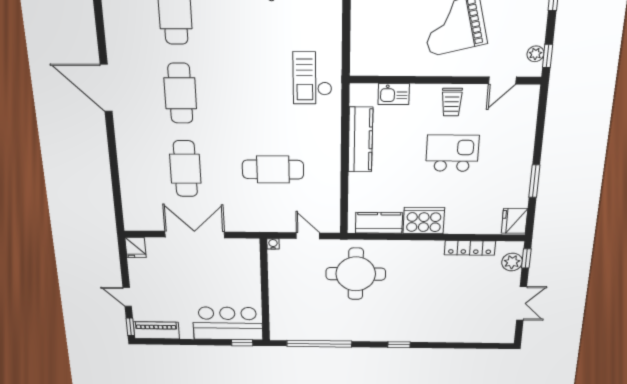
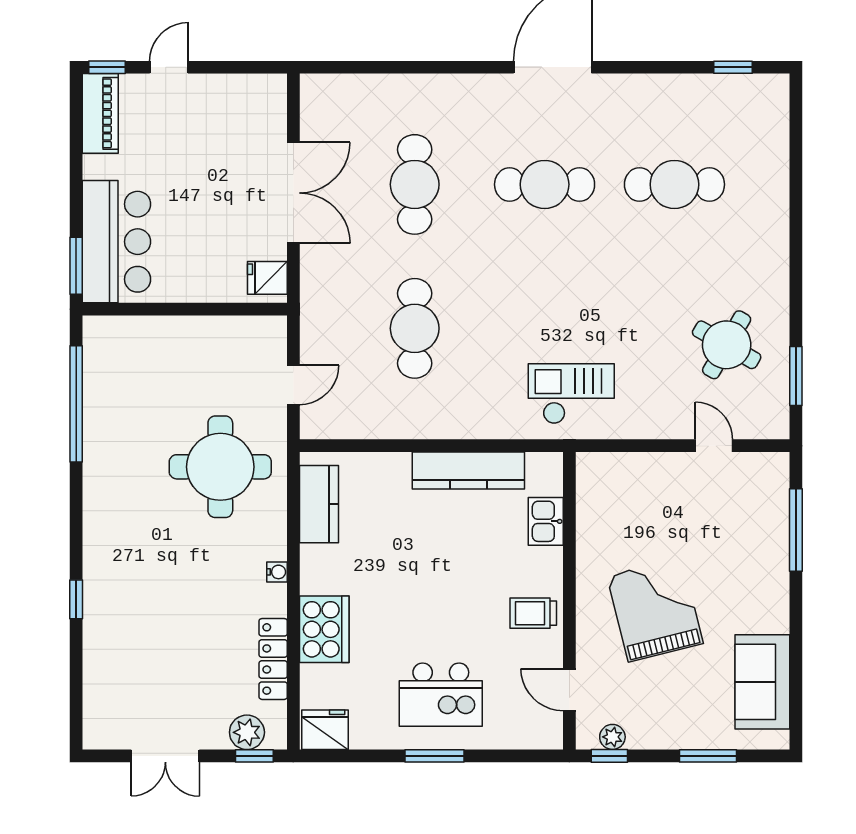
kitchen island: (452, 153) -> (441, 695), moved, turned 90
cafe table: (185, 169) -> (415, 184), turned 90
window: (534, 181) -> (434, 756), moved
cooker: (424, 221) -> (324, 629), moved
water cooler: (273, 244) -> (277, 572), moved
fridge: (135, 247) -> (267, 278), moved
window: (242, 343) -> (76, 266), width x1.50
window: (399, 345) -> (76, 599), moved

